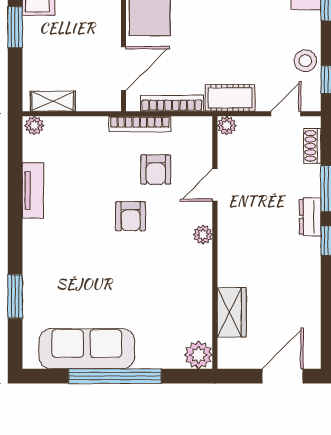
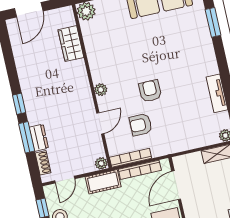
bookcase: (140, 124) -> (131, 158), moved
armchair: (156, 170) -> (141, 125), turned -90
dresser: (310, 217) -> (39, 138), moved

